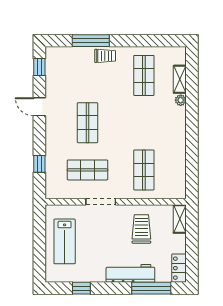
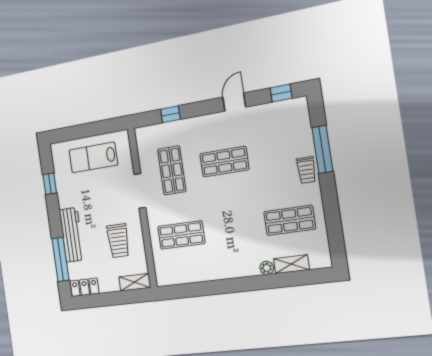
trolley: (141, 229) -> (118, 241), turned 90

